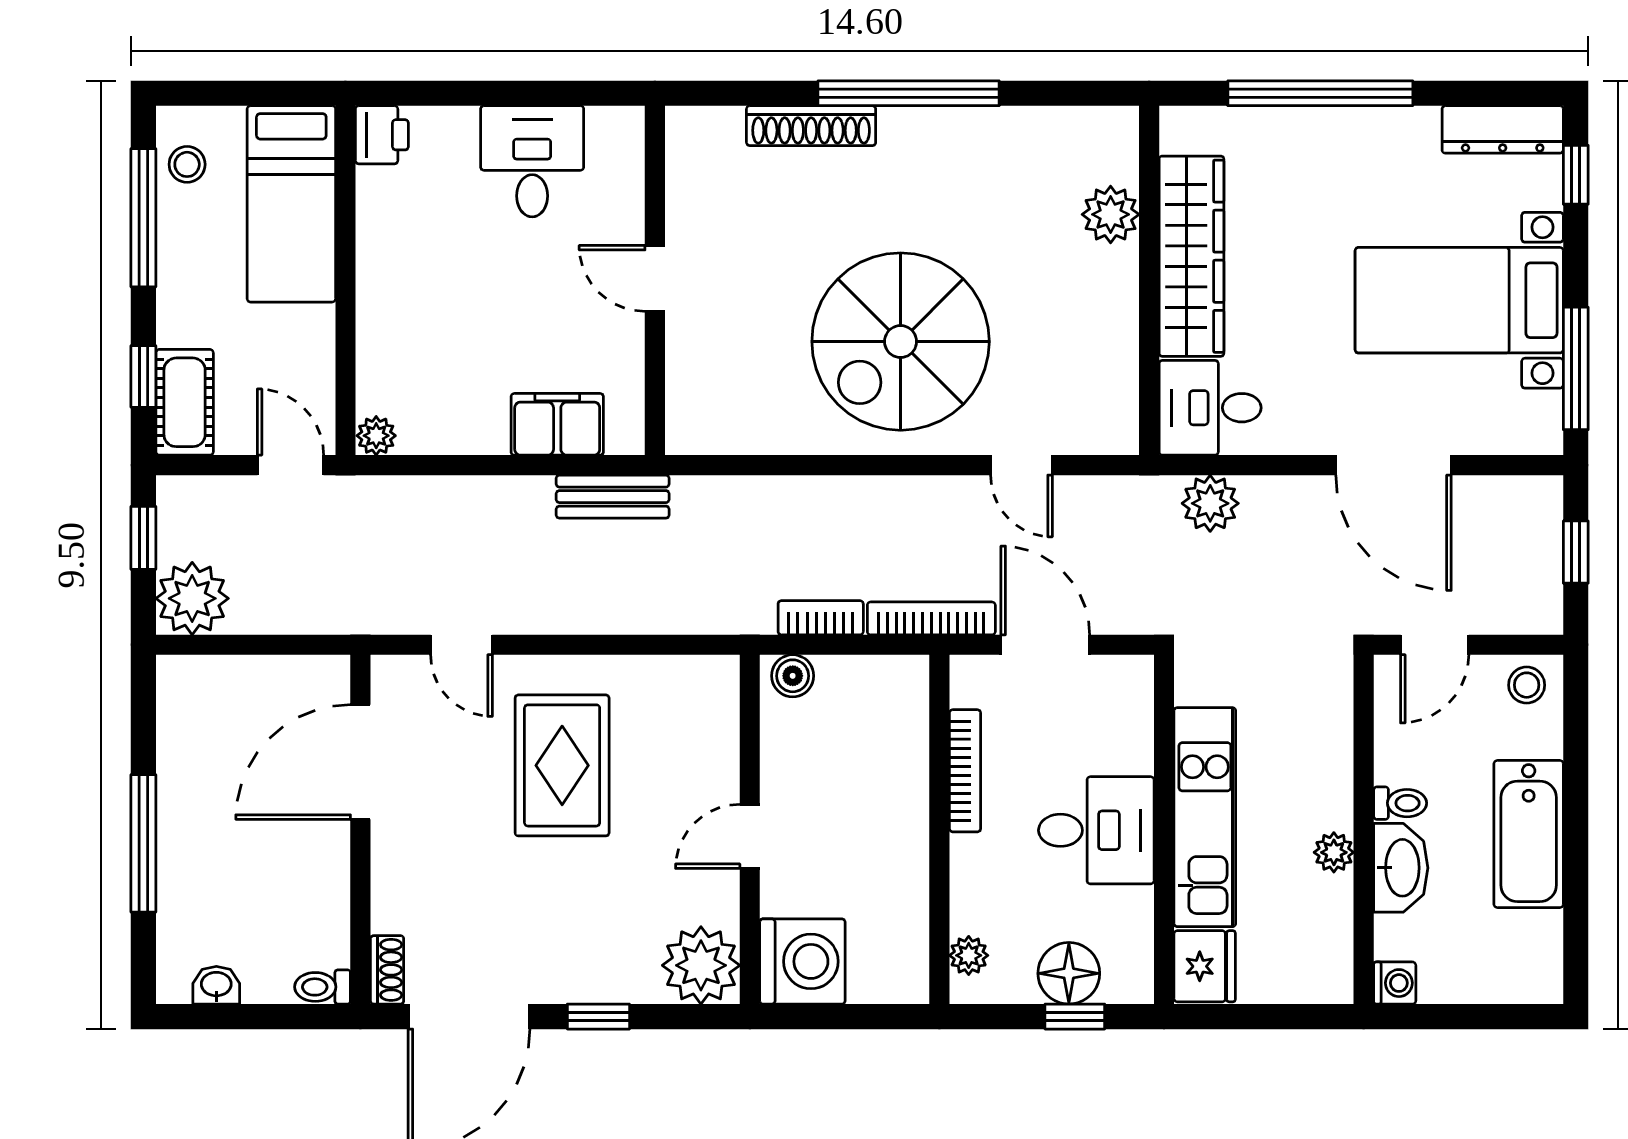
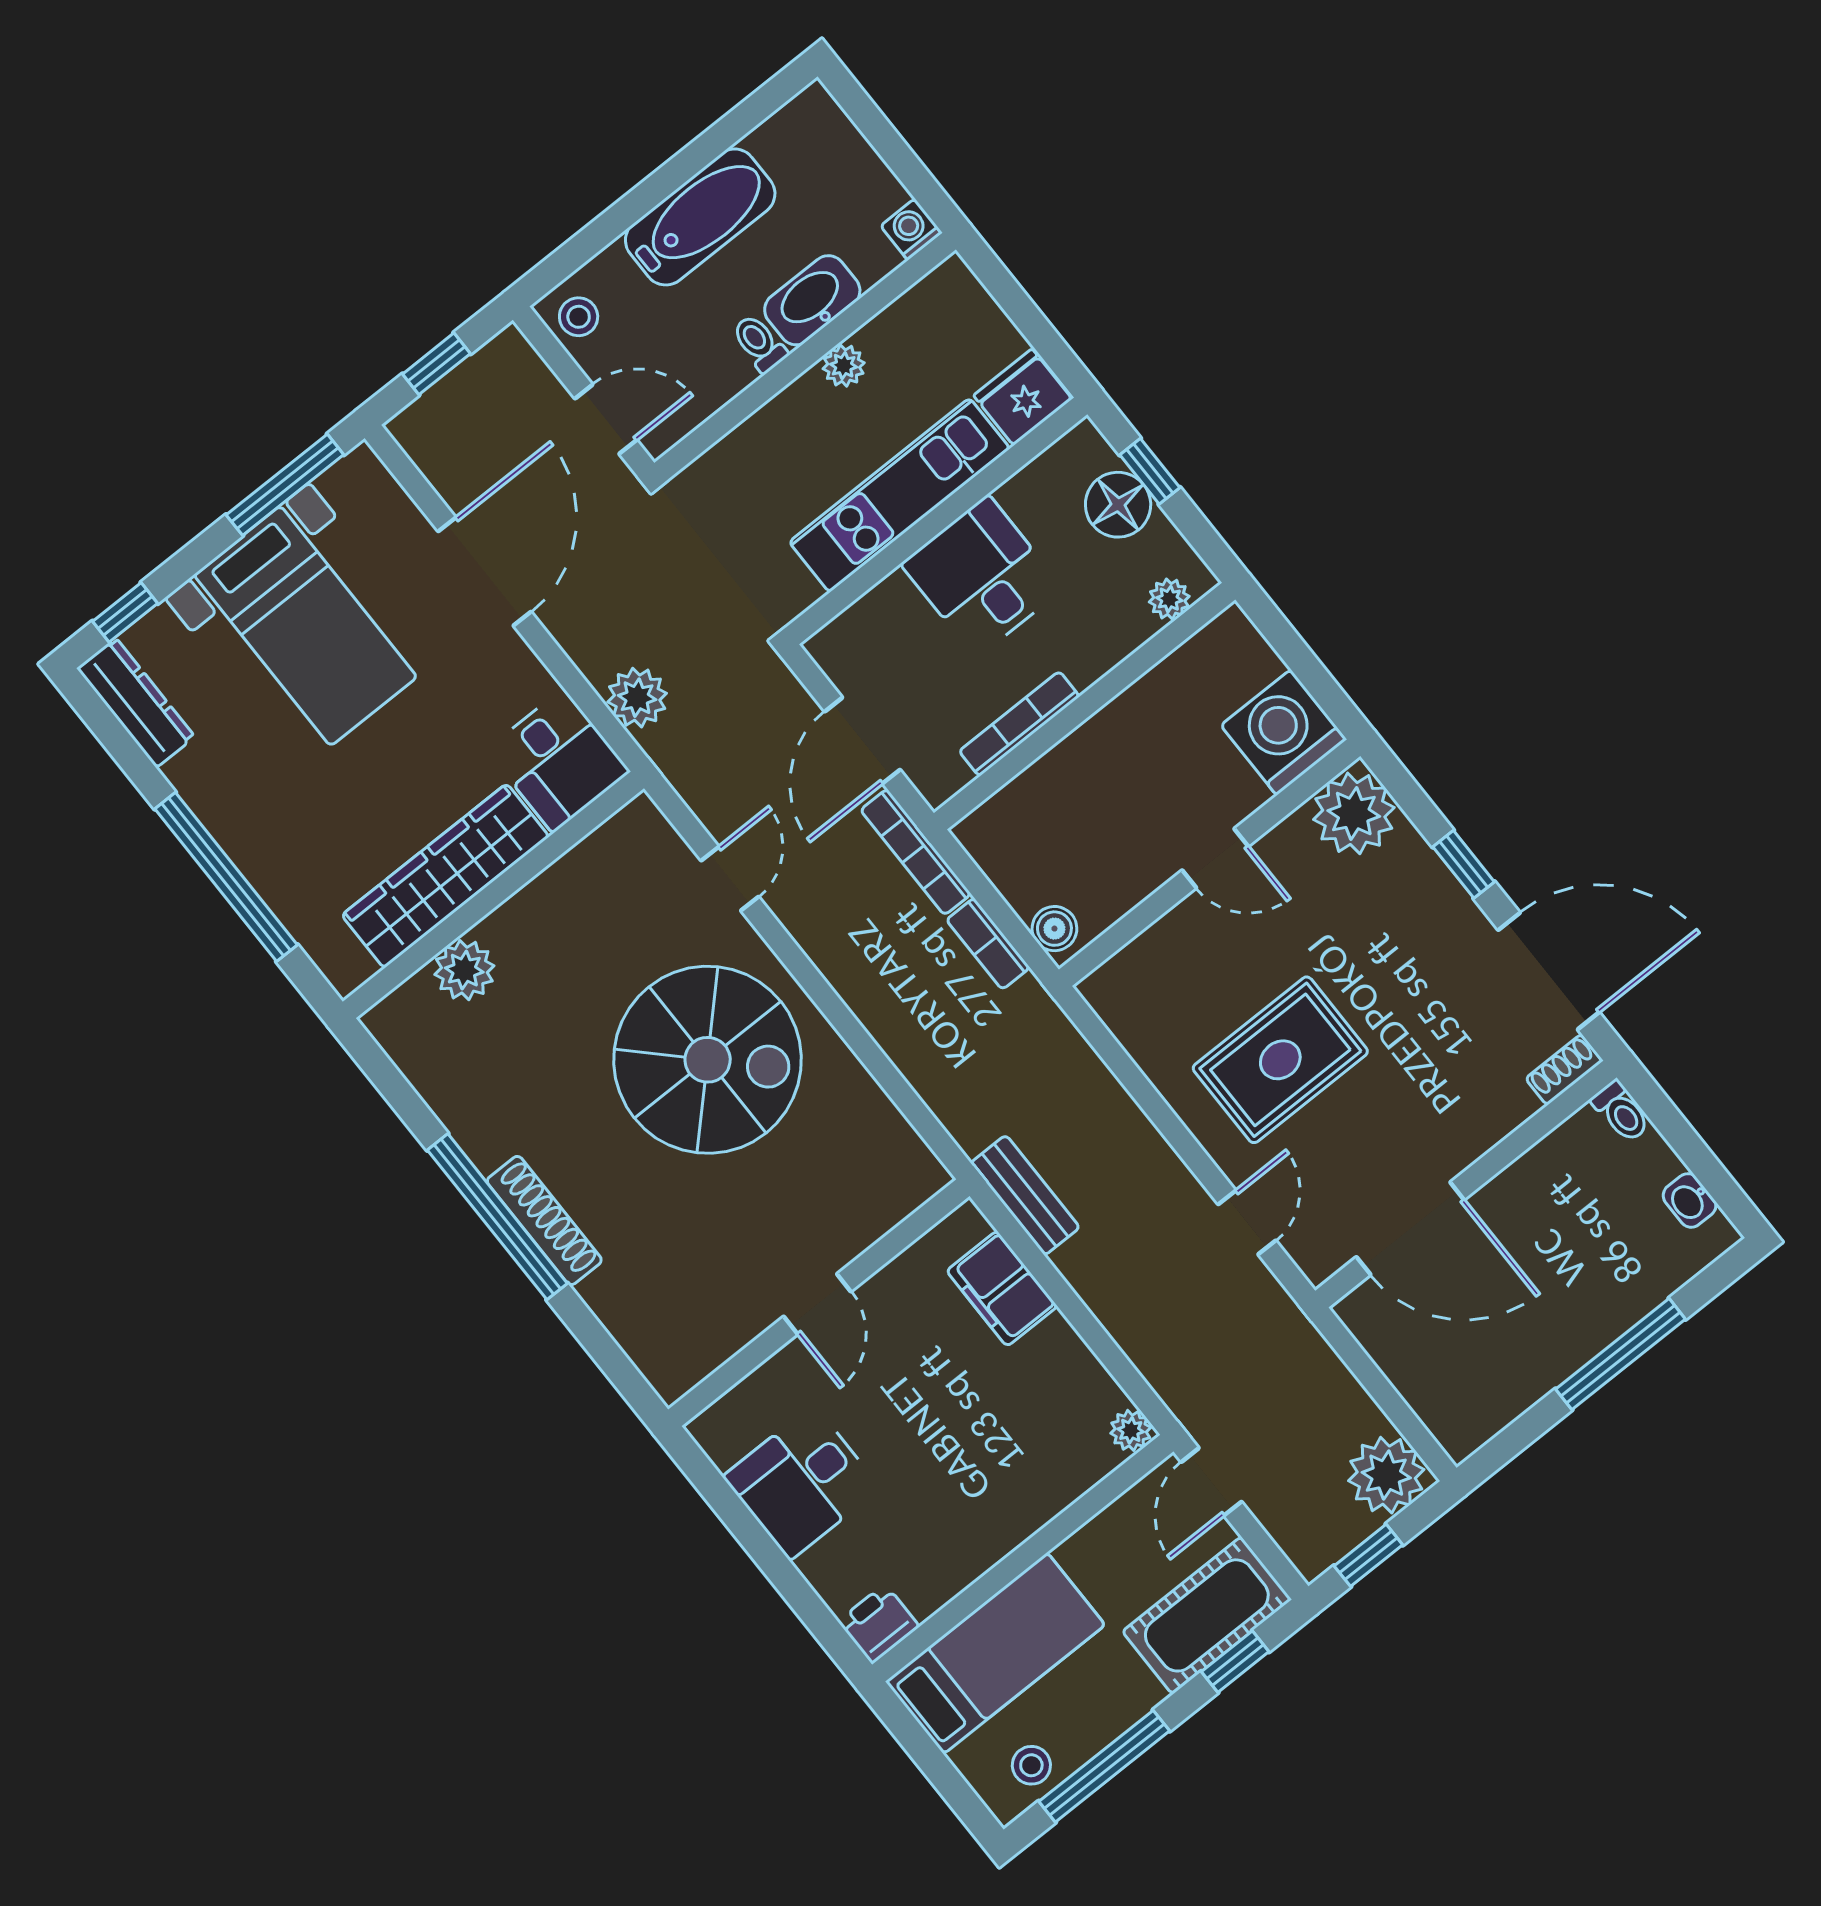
shoe rack: (811, 126) -> (544, 1221), moved
cot: (185, 402) -> (1207, 1615), width x1.37, depth x1.34

